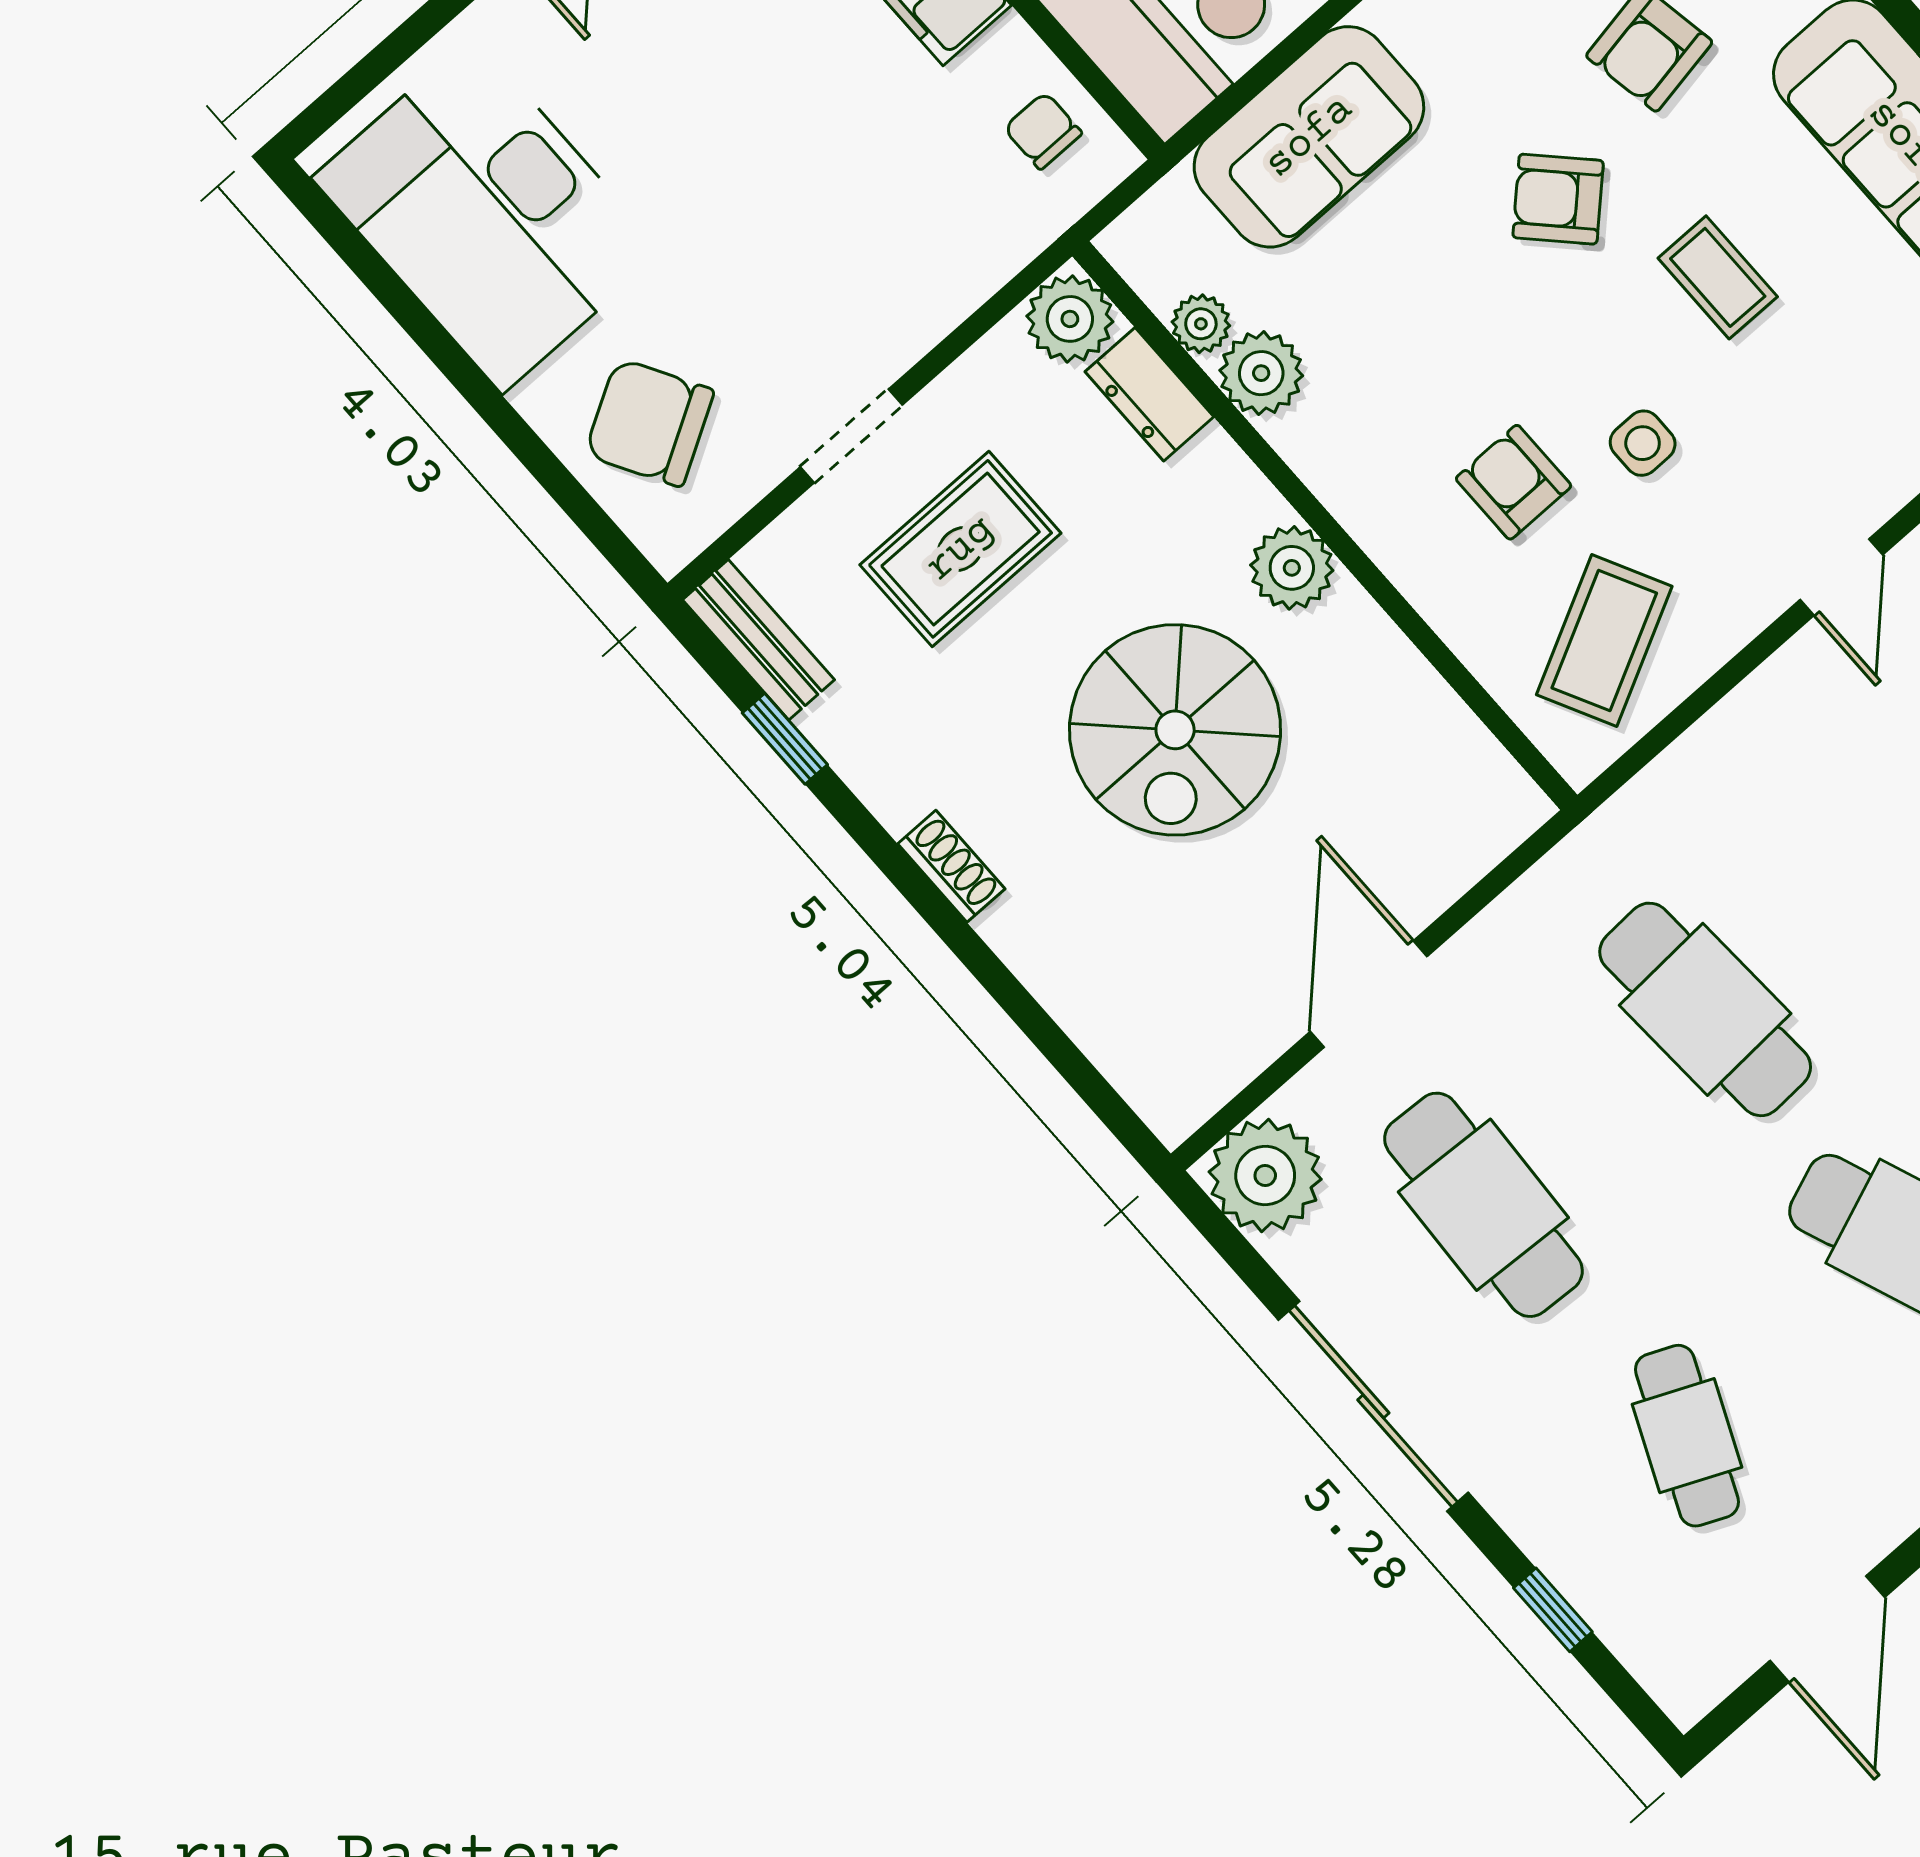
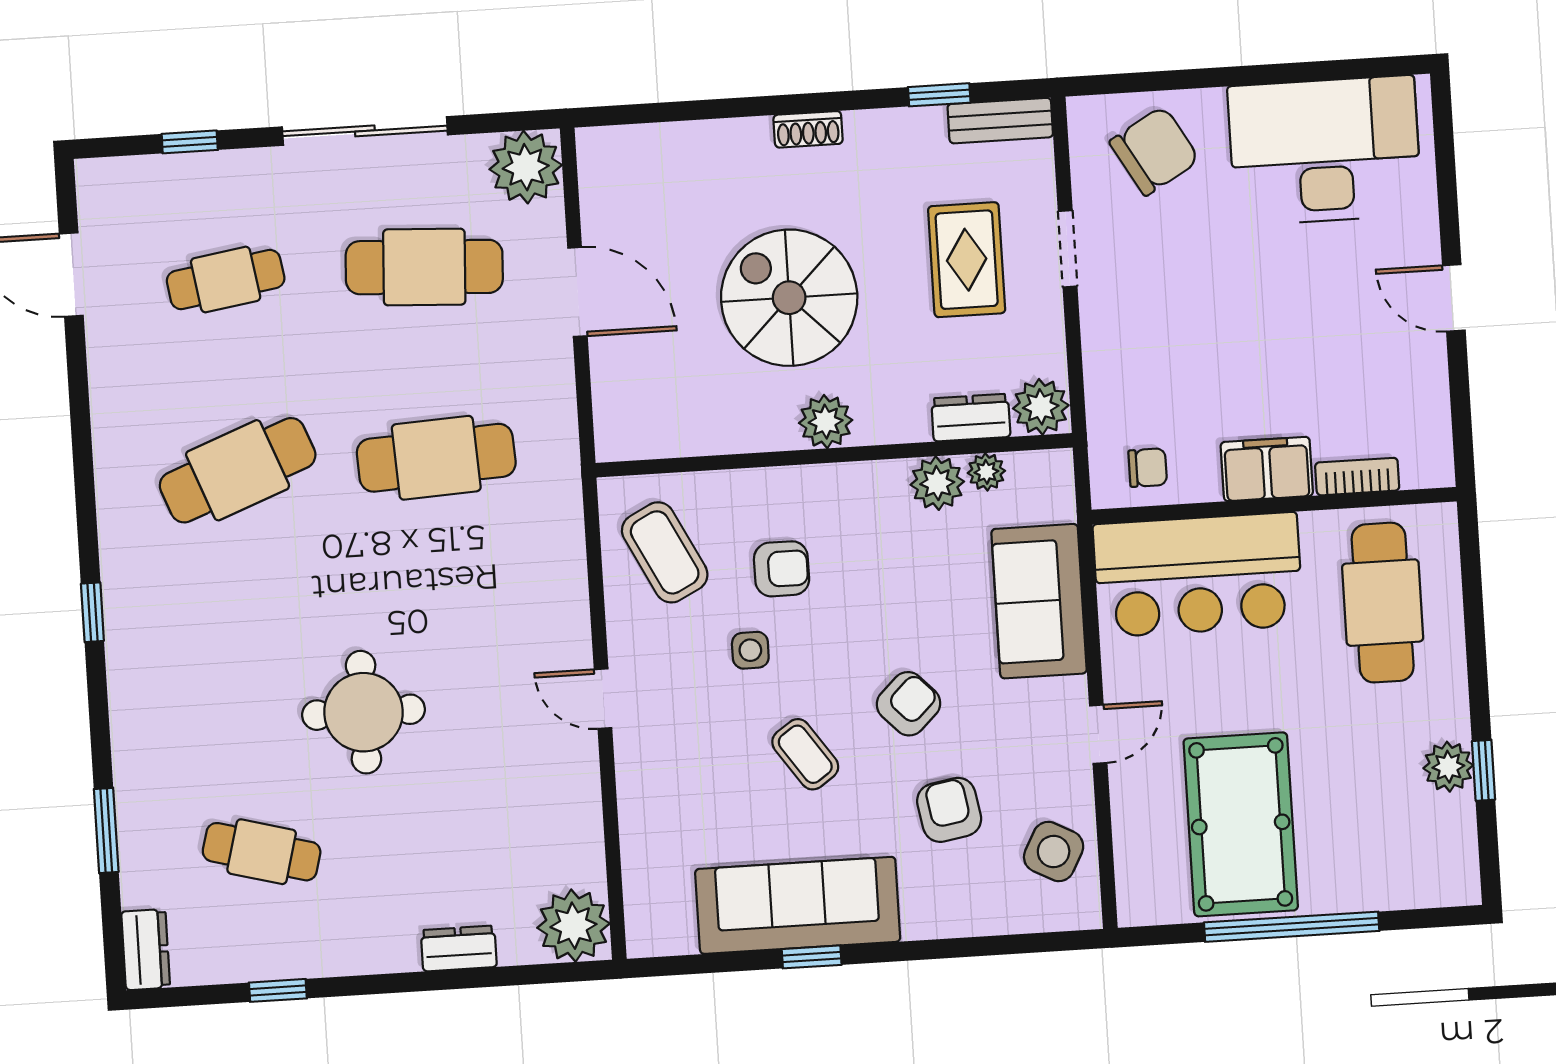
coffee table: (1718, 277) -> (805, 754), turned 55
cafe table: (1687, 1436) -> (226, 280), turned -33

